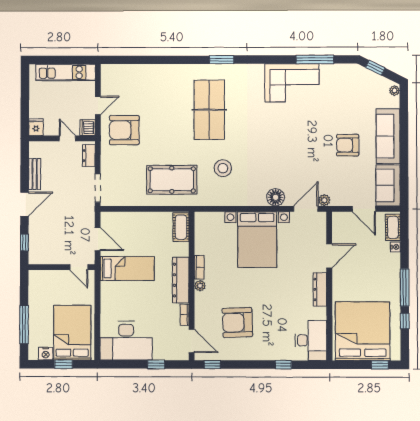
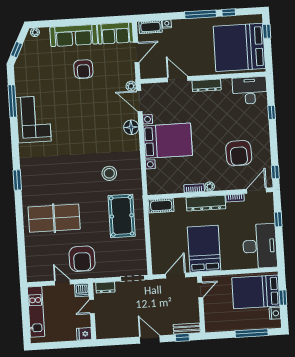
table tennis table: (209, 110) -> (54, 218), moved
bench: (35, 174) -> (187, 329), moved
bed: (127, 268) -> (204, 249), width x1.50

